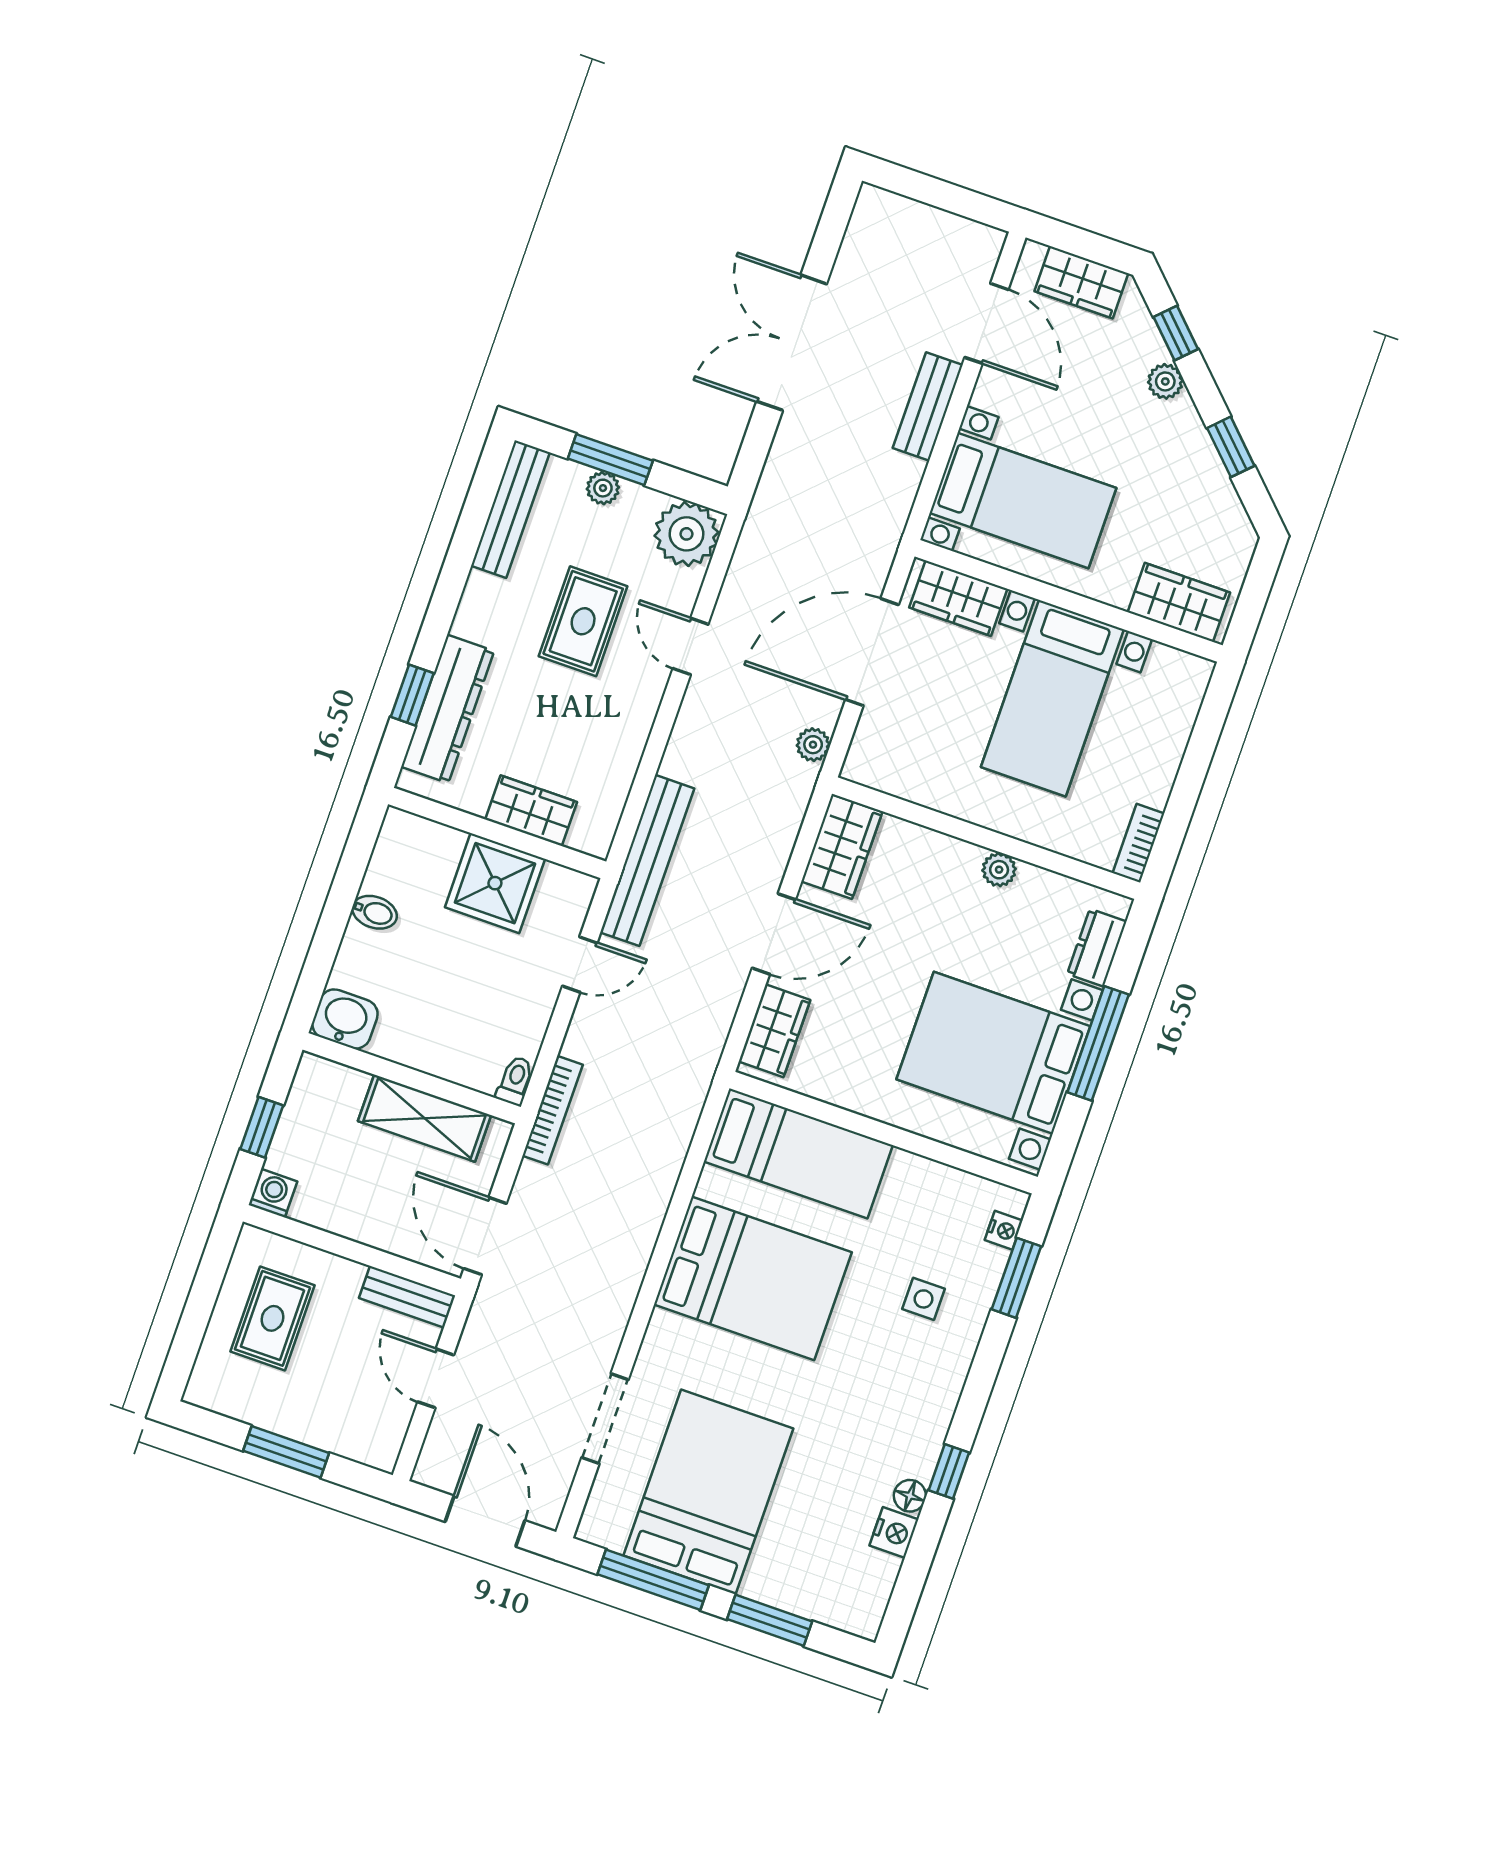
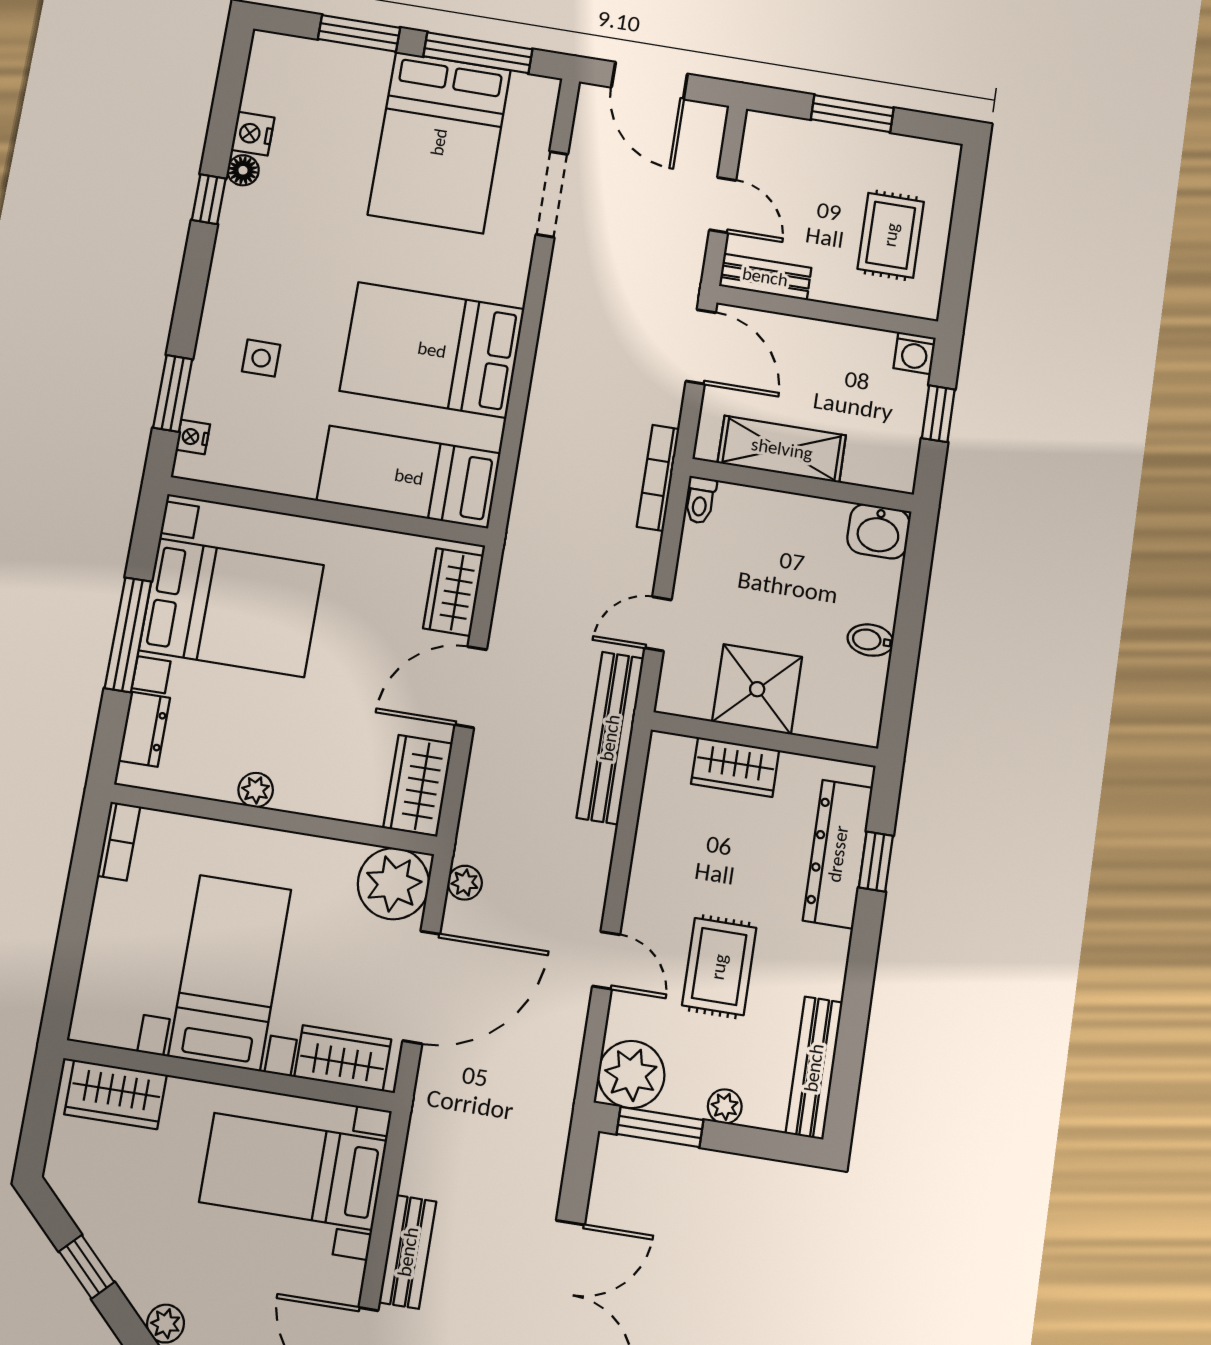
window: (610, 460) -> (660, 1127), moved
plant: (882, 756) -> (393, 884), added

